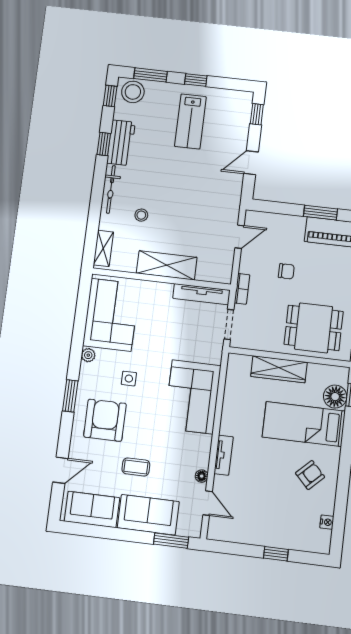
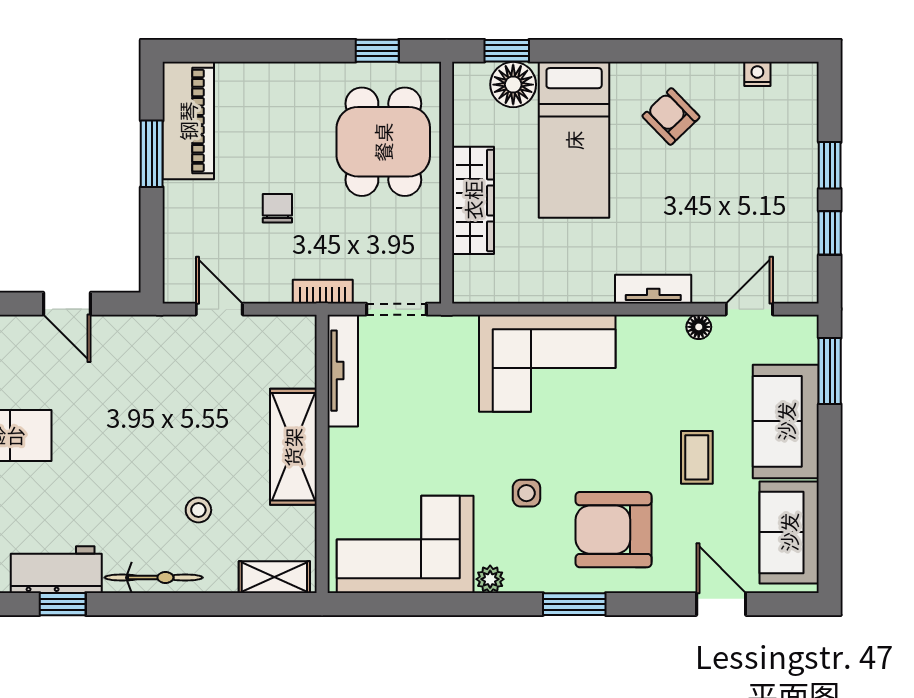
window: (241, 549) -> (830, 233), added

